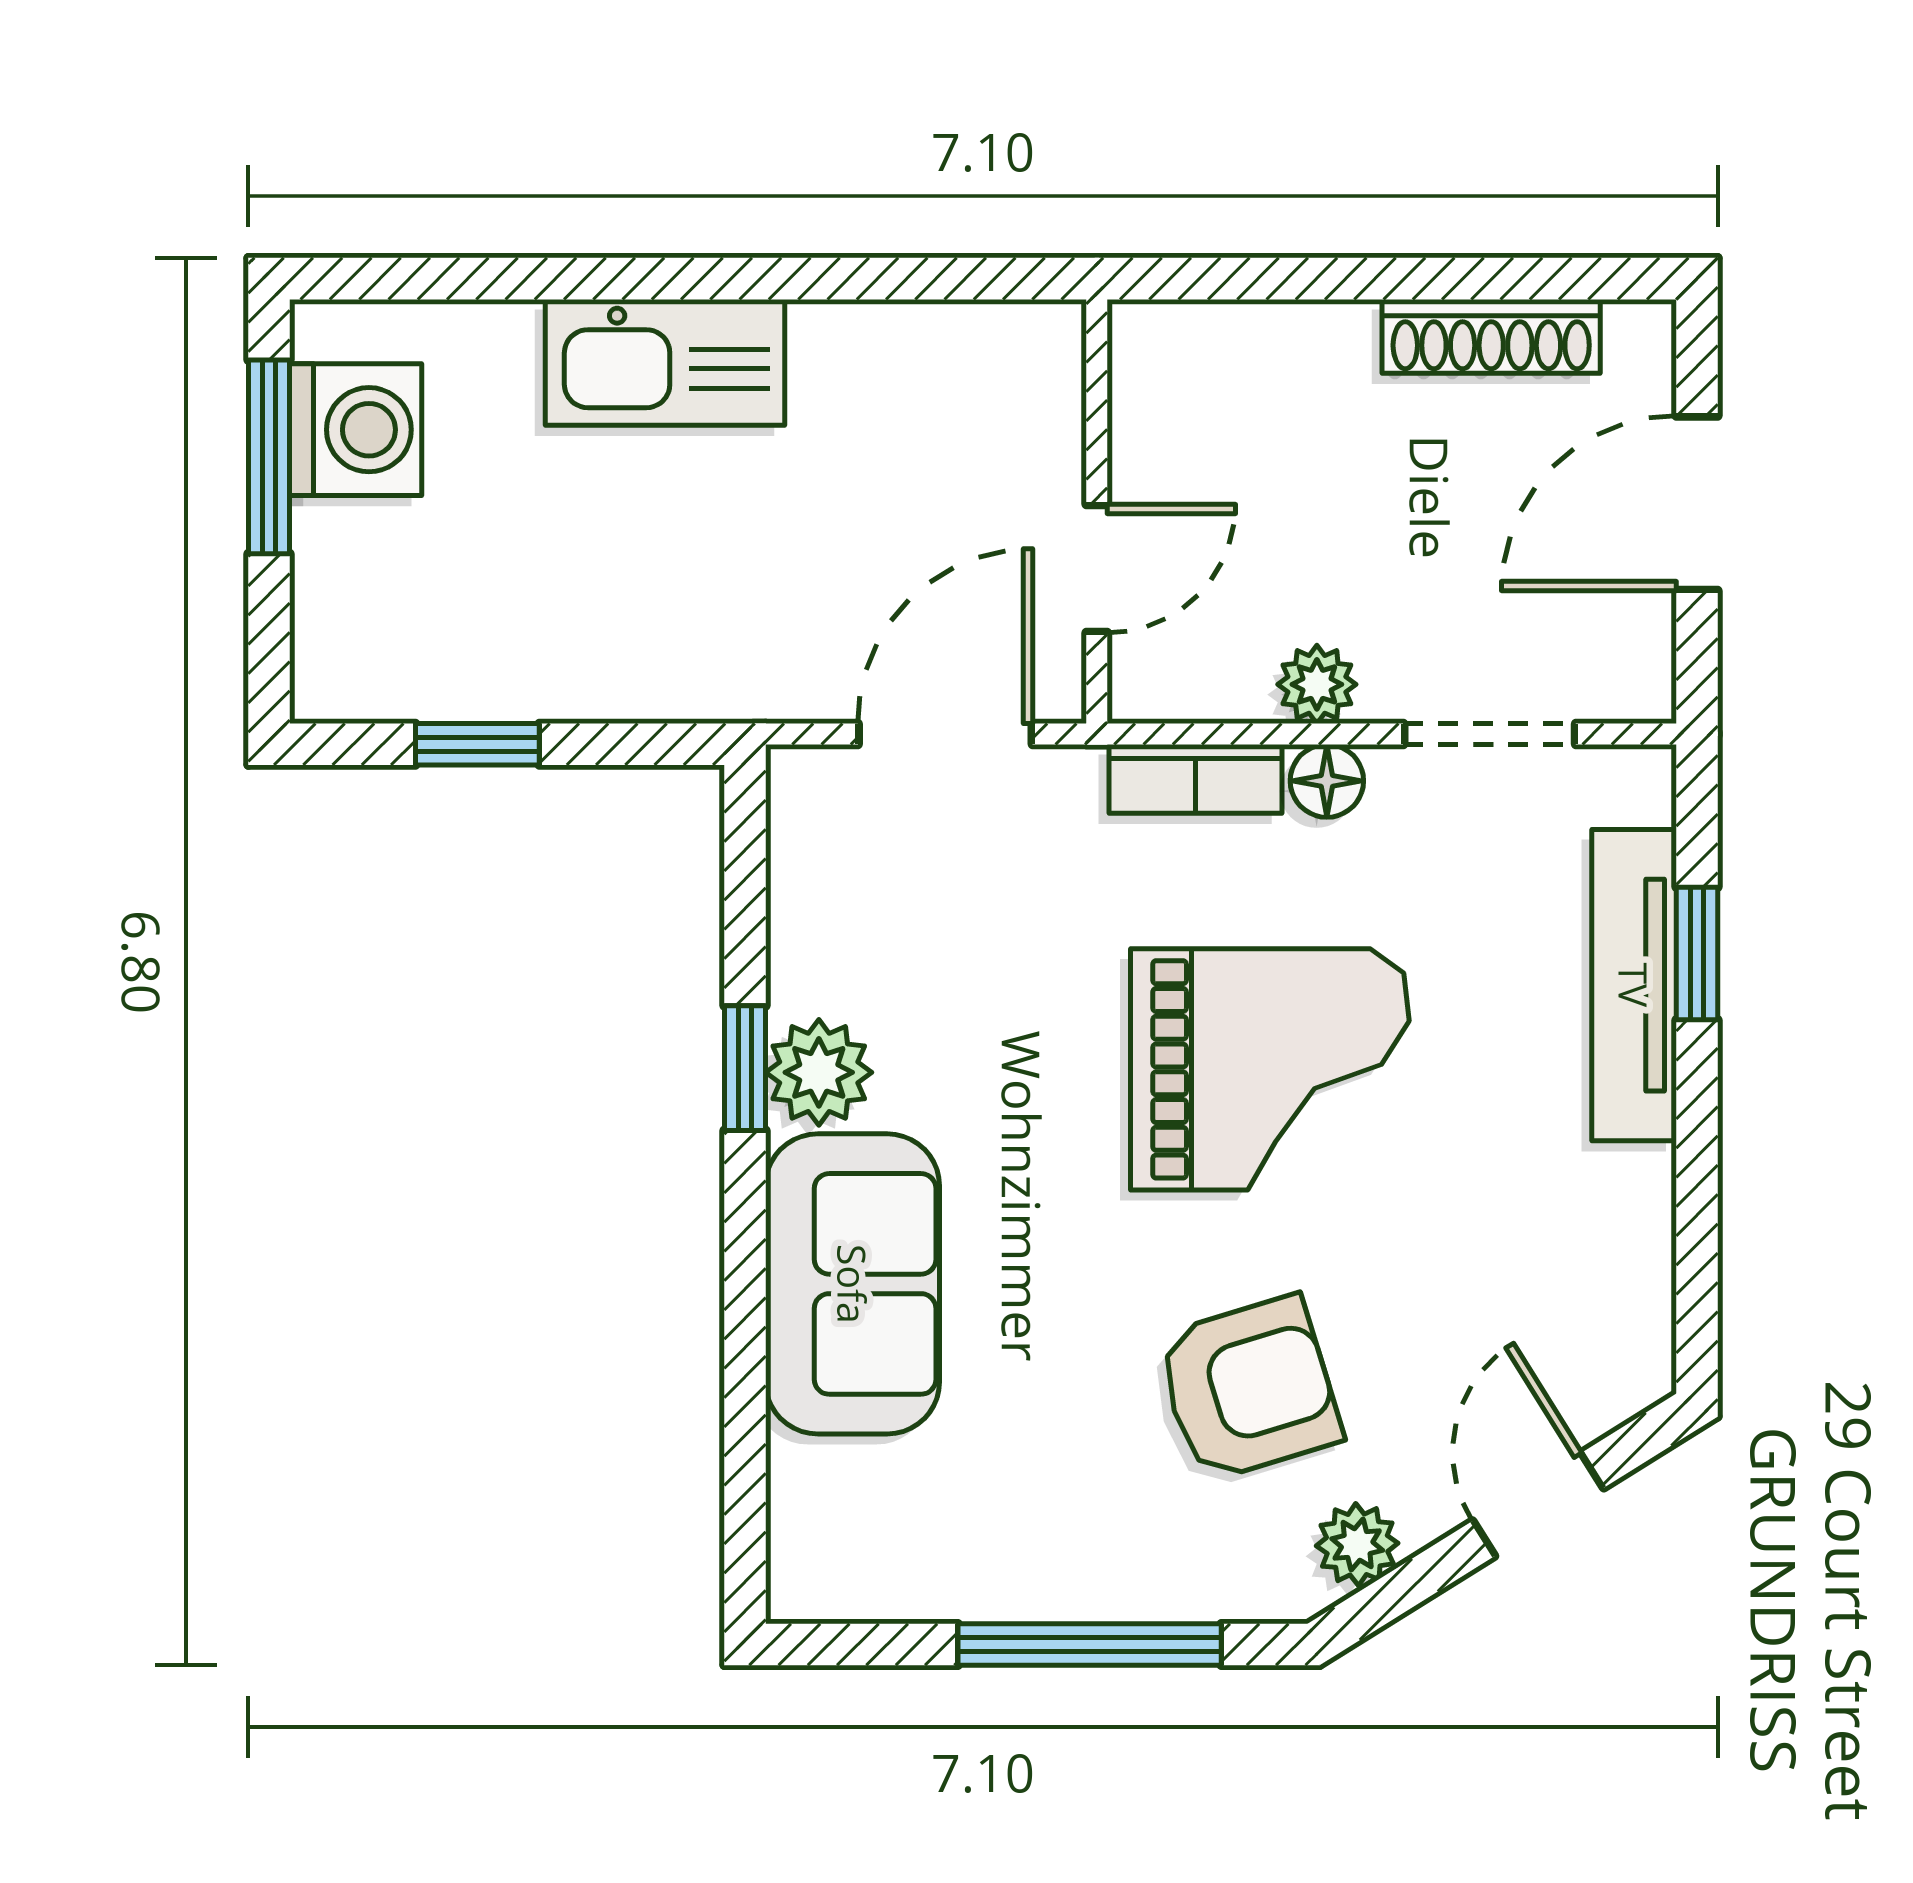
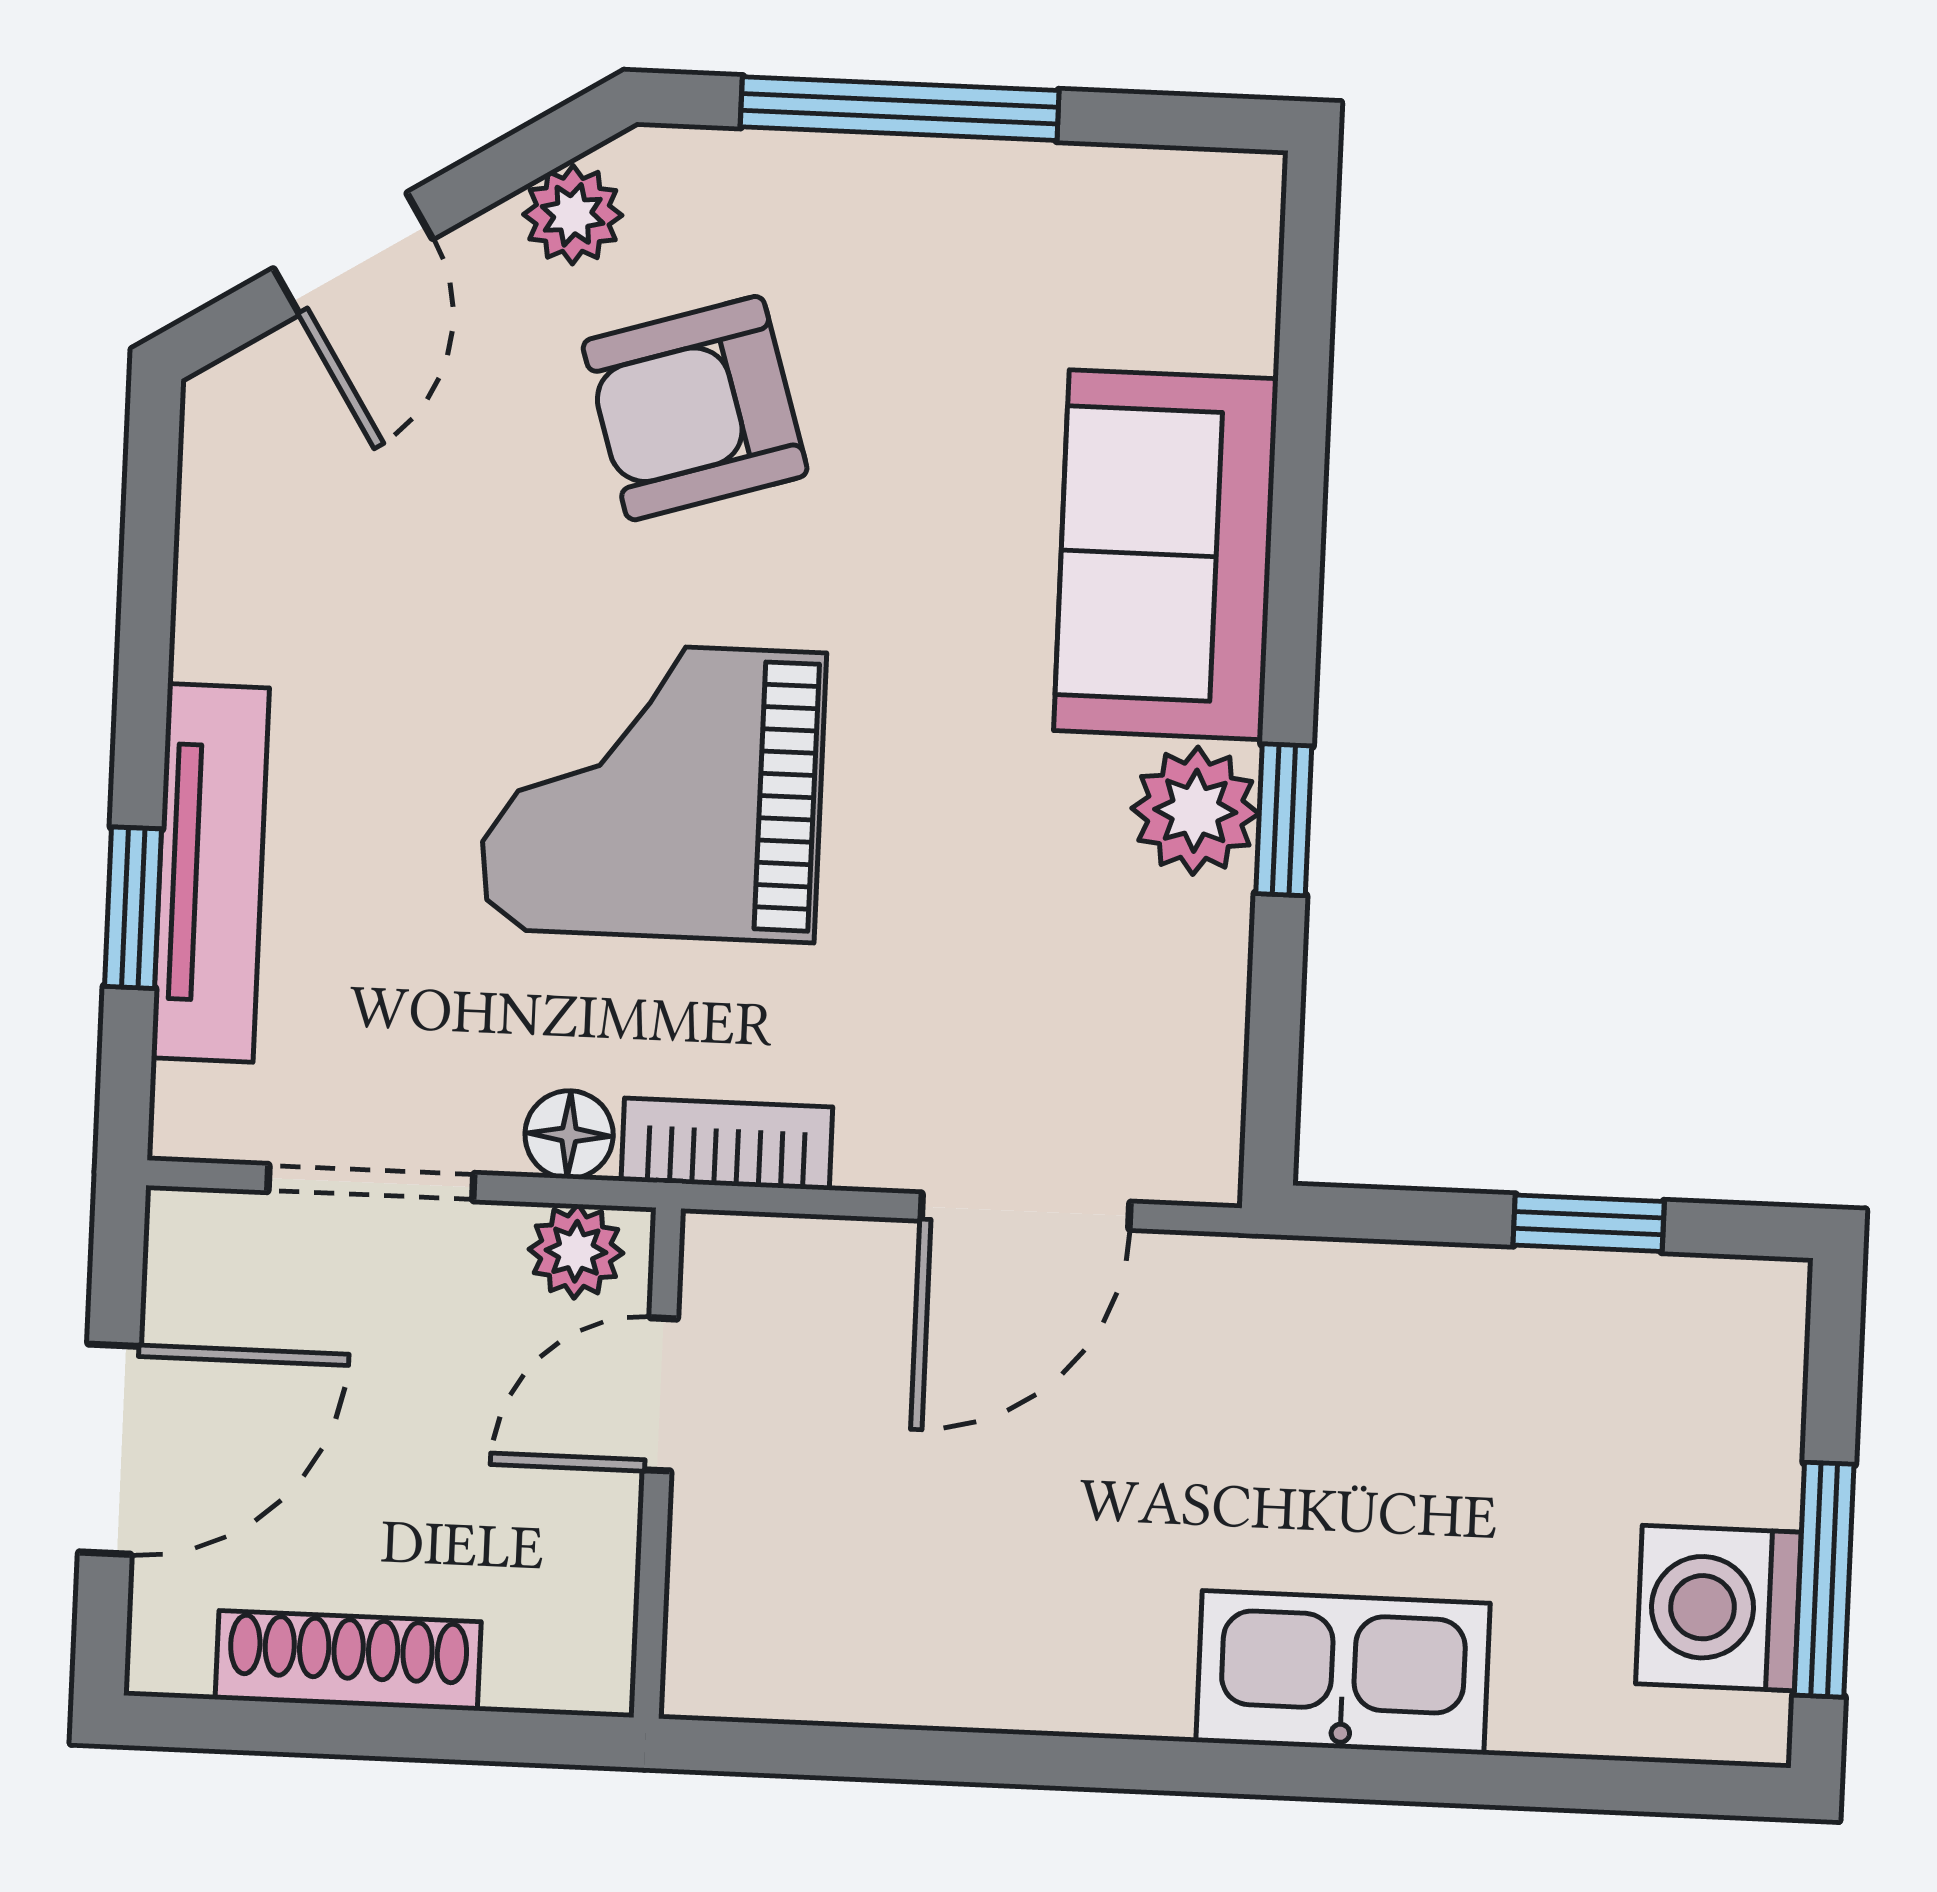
wall: (1097, 511) -> (657, 1463), moved
door: (1097, 569) -> (660, 1394), moved

